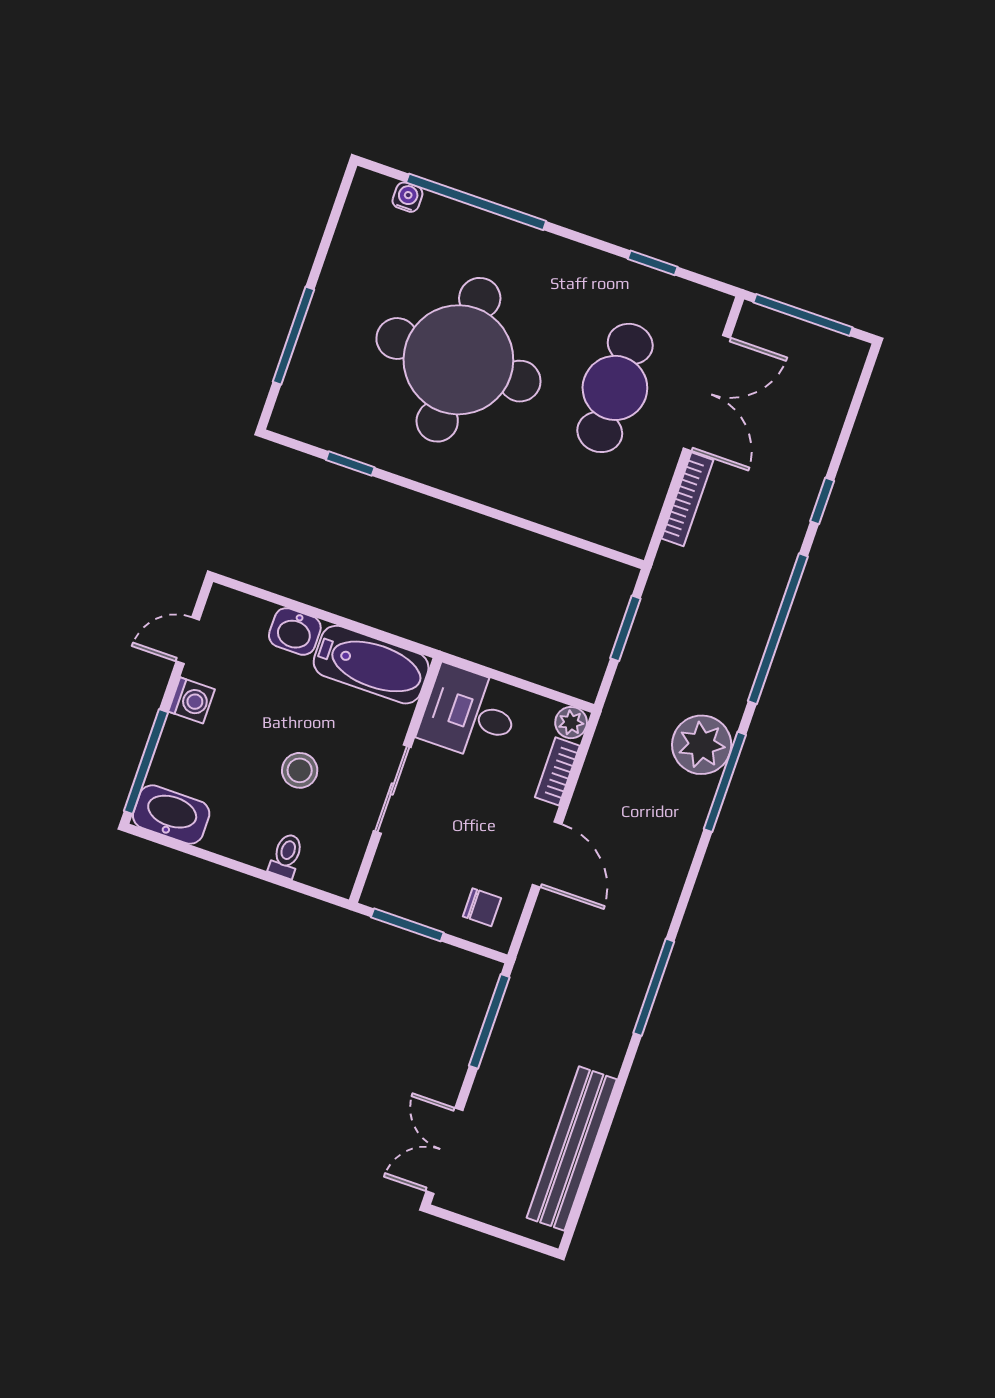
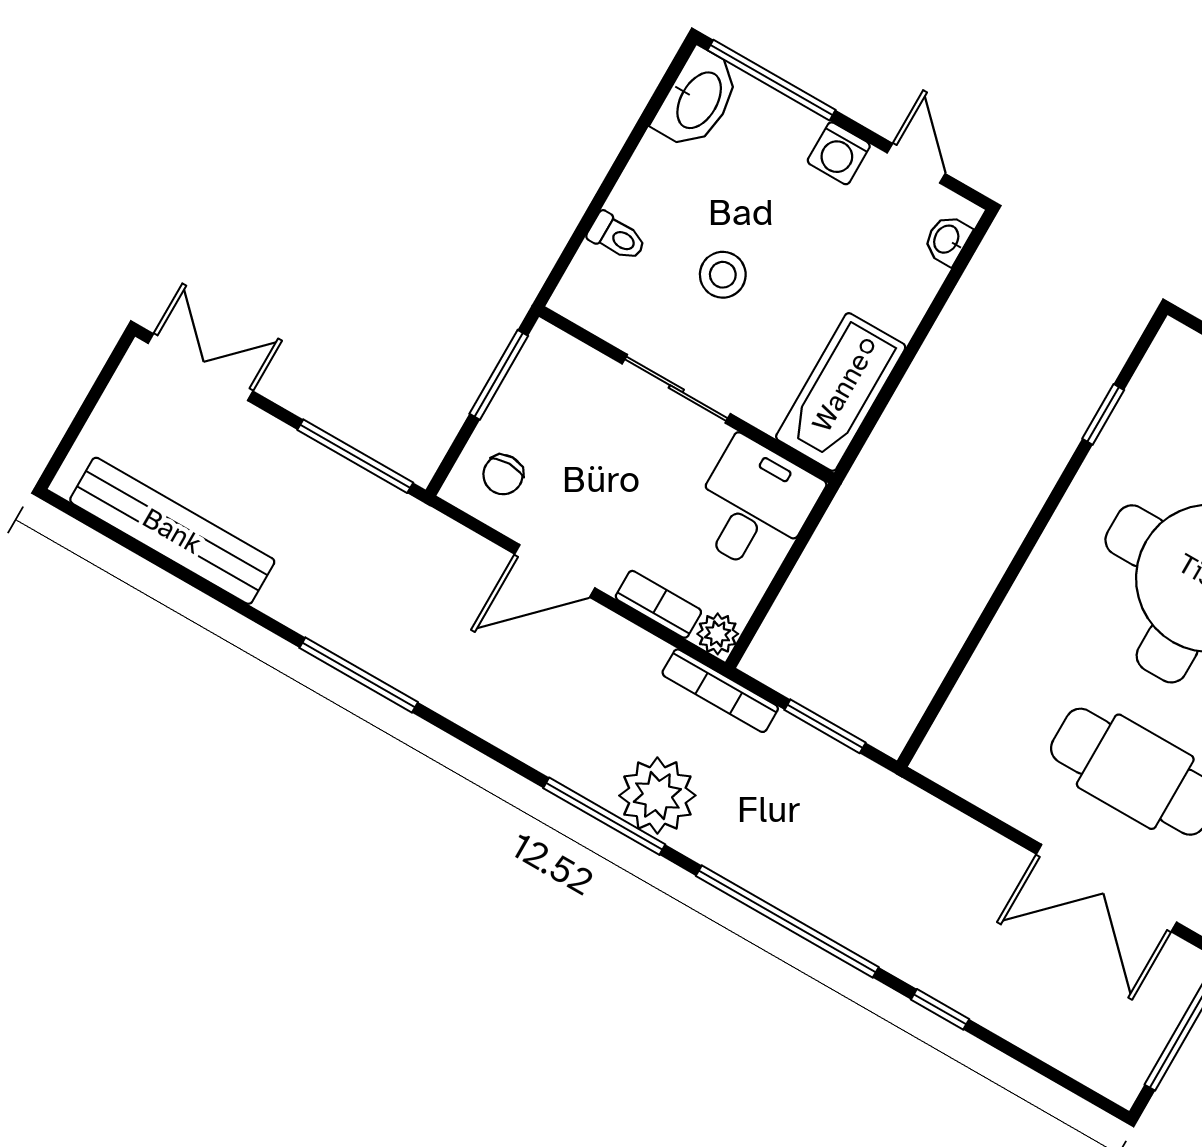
bookcase: (687, 499) -> (720, 691), moved
washbasin: (295, 631) -> (947, 240), moved, width x0.72, depth x0.69

